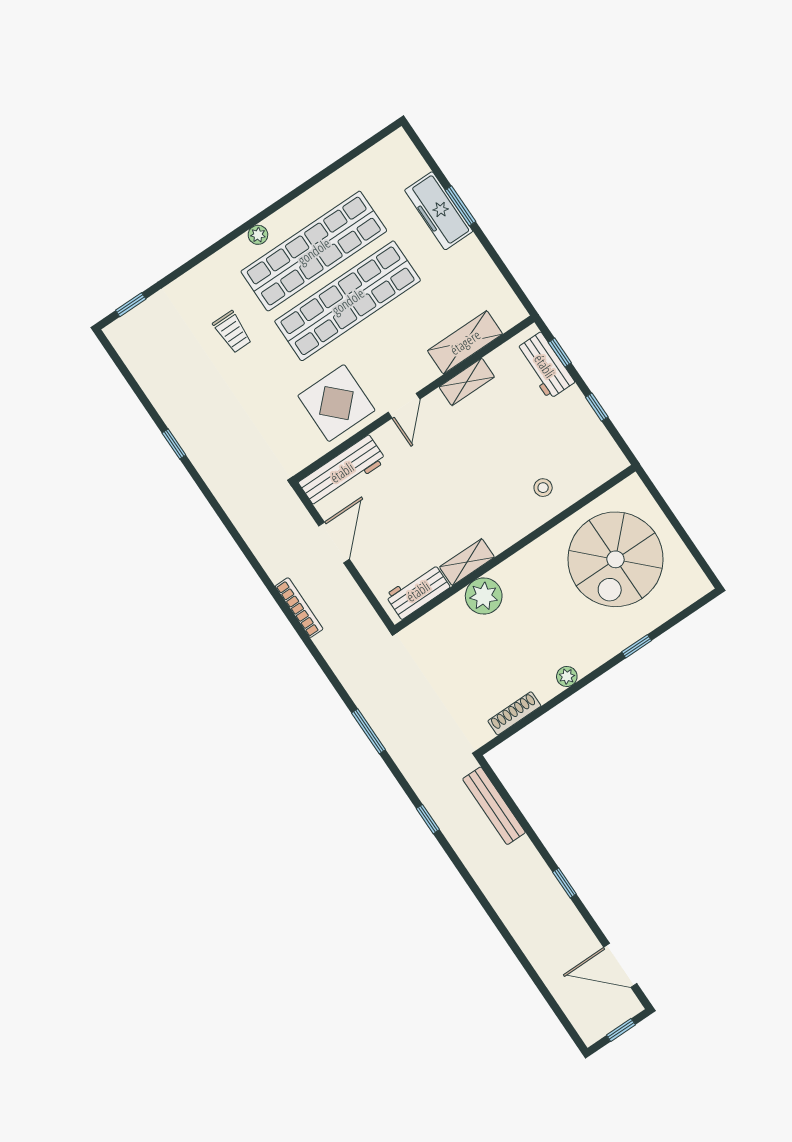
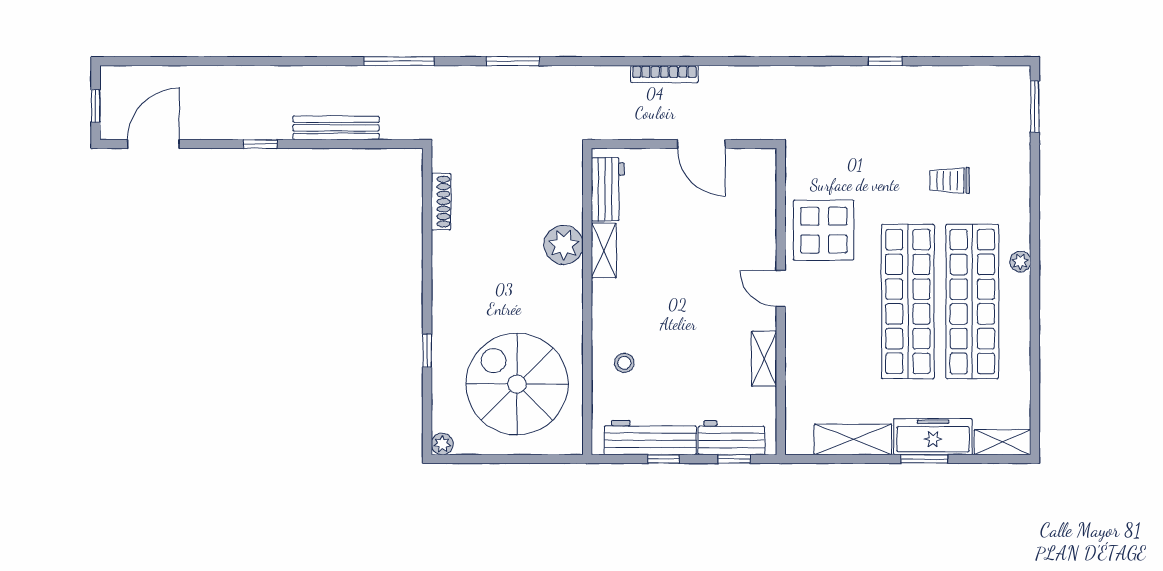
shelving: (407, 154) -> (1003, 442), added
window: (131, 305) -> (1035, 107), width x1.50
shelving: (465, 342) -> (853, 439), moved, turned 90
workbench: (342, 472) -> (650, 438), moved, turned 90
plant: (567, 676) -> (442, 444), moved
bench: (494, 806) -> (336, 128), moved
window: (428, 819) -> (399, 61), width x2.17

